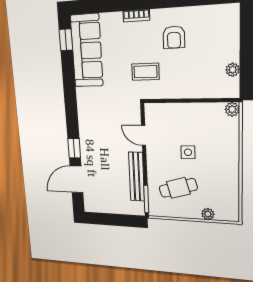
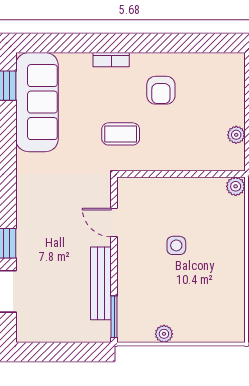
cafe table: (178, 188) -> (161, 298), removed
plant: (208, 214) -> (164, 334), moved

